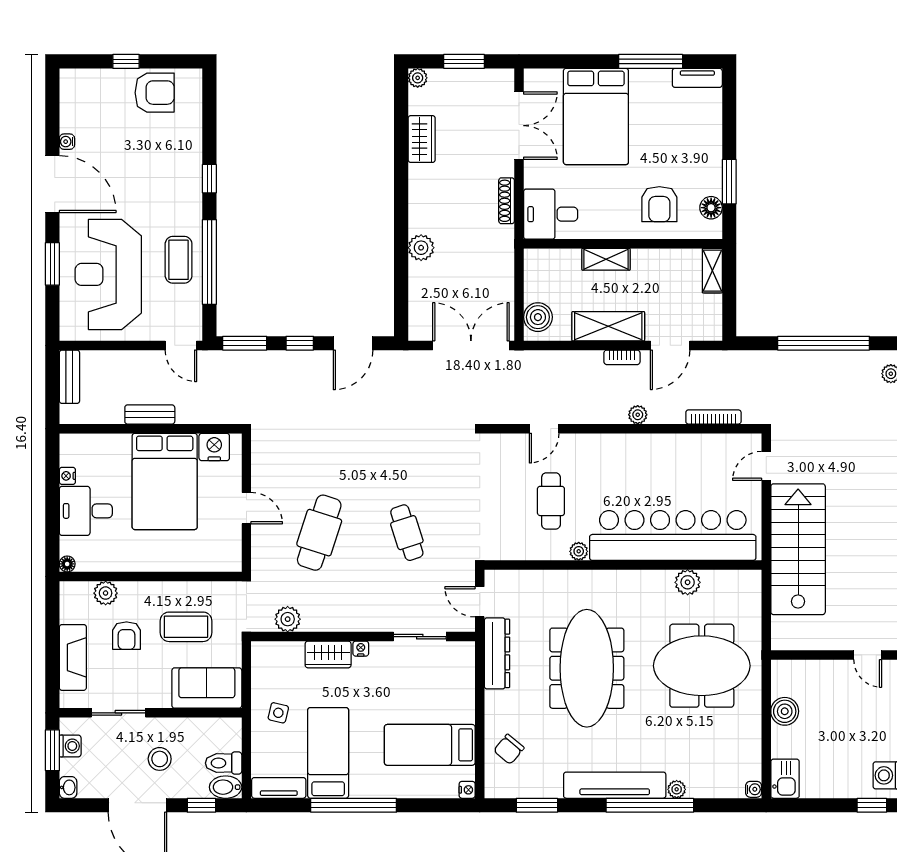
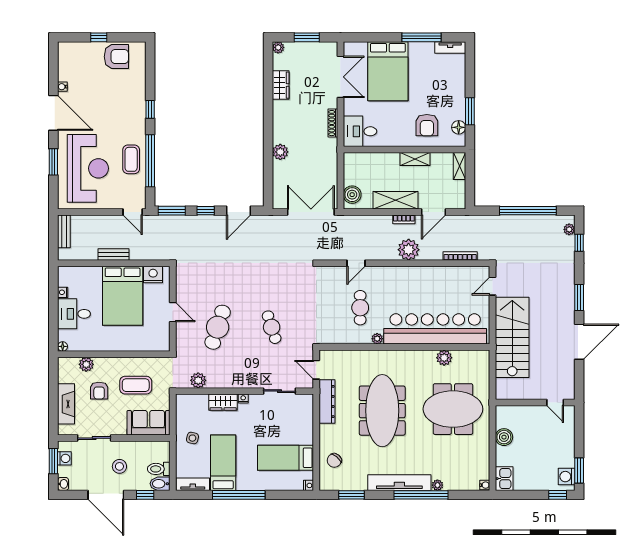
shelving: (606, 259) -> (415, 159), moved
reception desk: (108, 274) -> (88, 168), turned 180
plant: (638, 415) -> (409, 250), width x1.88, depth x1.88

